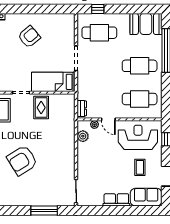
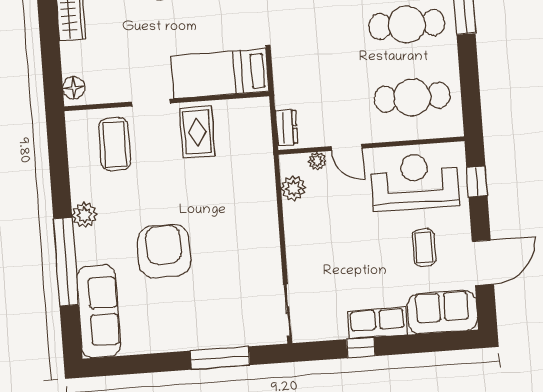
armchair: (22, 160) -> (164, 251), turned 122
window: (108, 211) -> (361, 348), added

